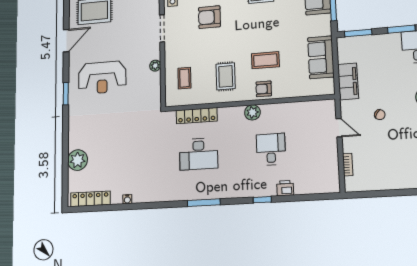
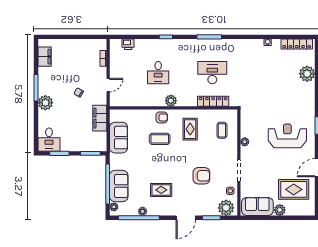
door: (339, 128) -> (108, 85), swing flipped
printer: (285, 188) -> (128, 44), moved

